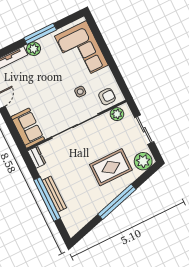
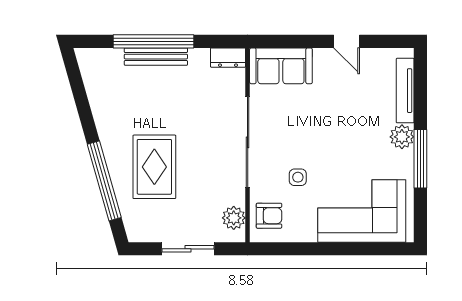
armchair: (107, 97) -> (269, 216), turned -90
plant: (143, 161) -> (139, 223), removed
window: (117, 202) -> (104, 181), moved

